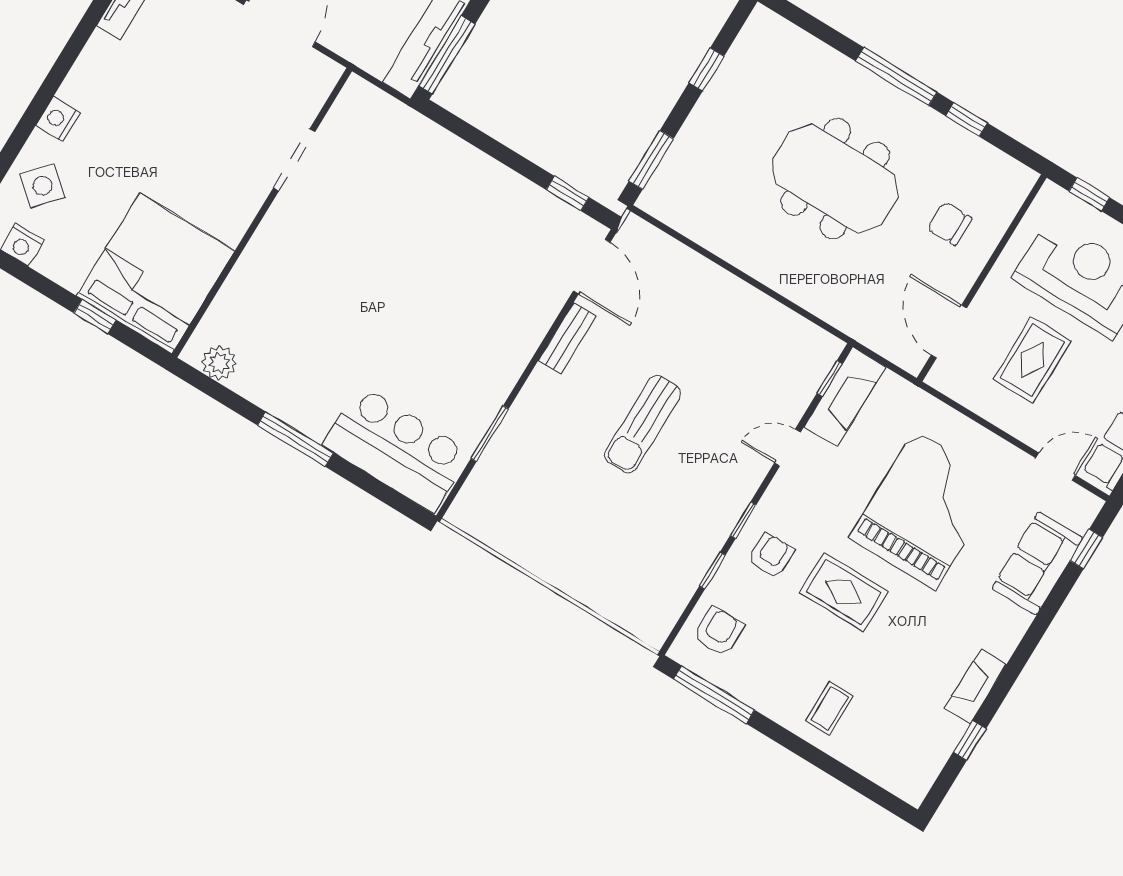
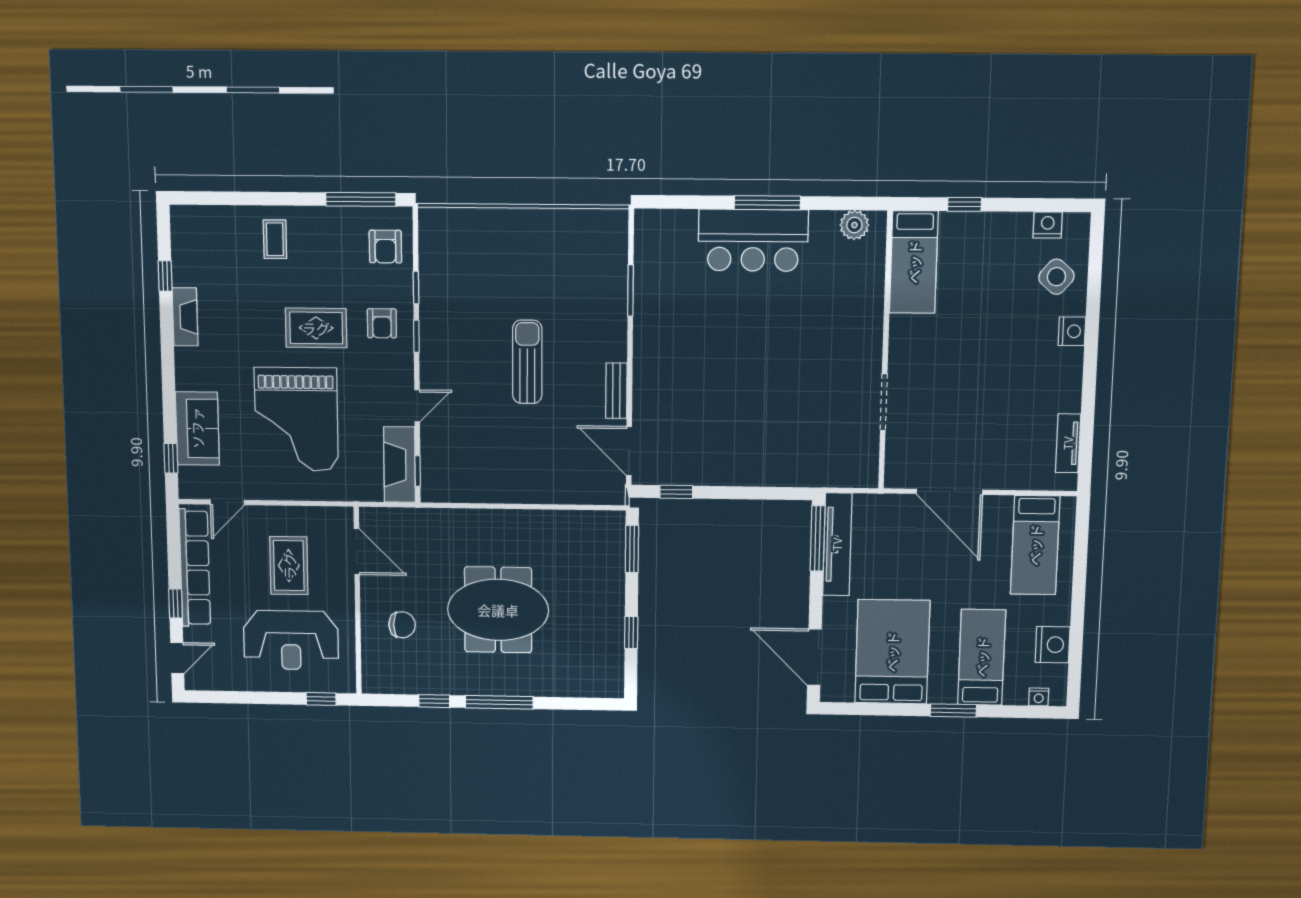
bed: (156, 273) -> (914, 262), width x0.49
bar counter: (396, 449) -> (753, 240), moved

